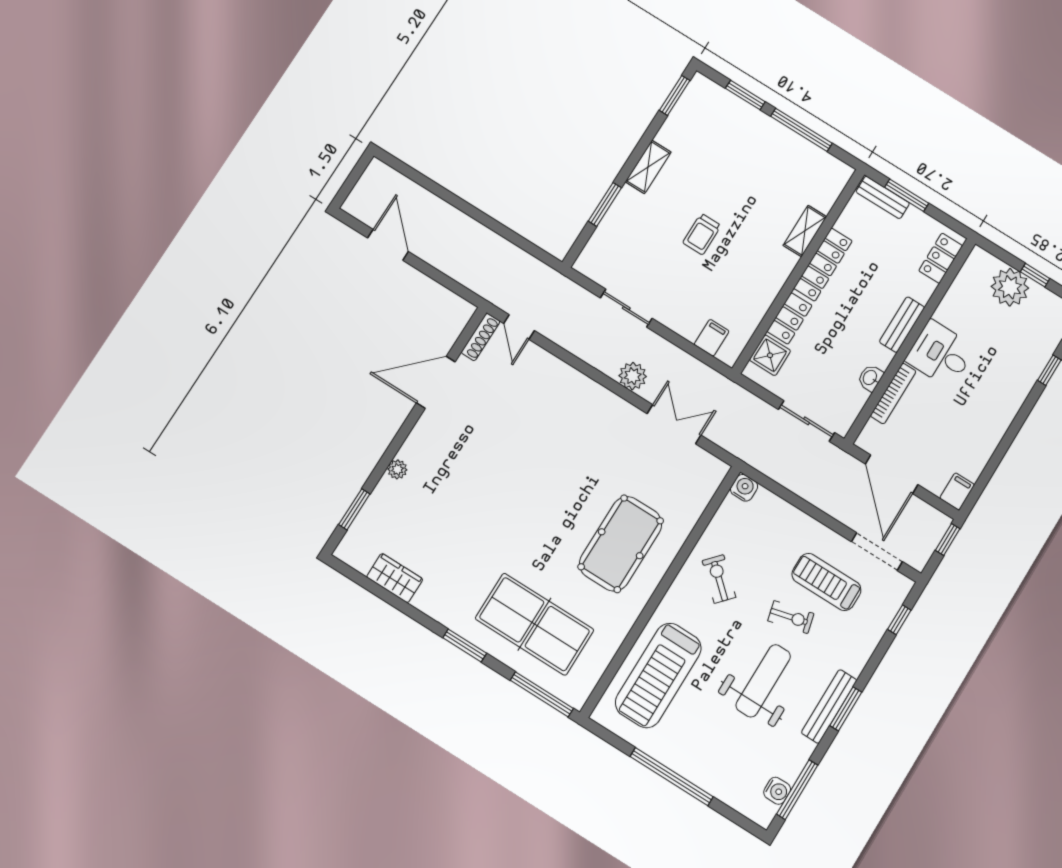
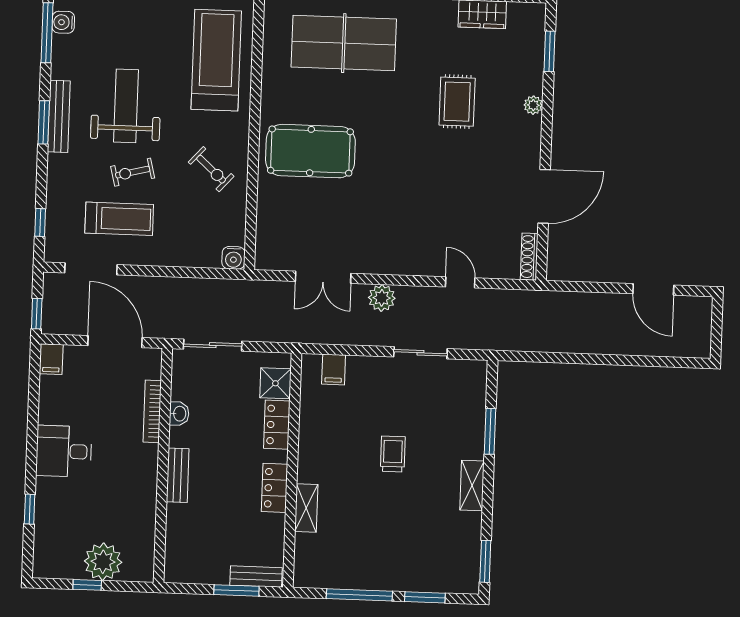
locker: (941, 258) -> (177, 552), removed
locker: (823, 265) -> (274, 488), width x0.66
door: (519, 327) -> (460, 282), moved
desk: (940, 354) -> (64, 451), moved, turned 180
rug: (464, 512) -> (457, 102), added
pool table: (621, 544) -> (310, 151), turned 90
weight bench: (763, 681) -> (126, 106), turned 180

